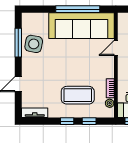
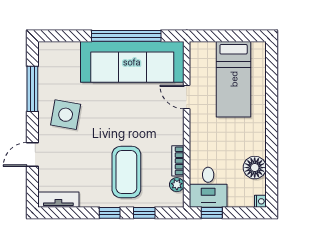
side table: (34, 44) -> (66, 115), moved
door: (116, 48) -> (187, 97), hinge flipped
coffee table: (78, 95) -> (126, 172), turned 90

